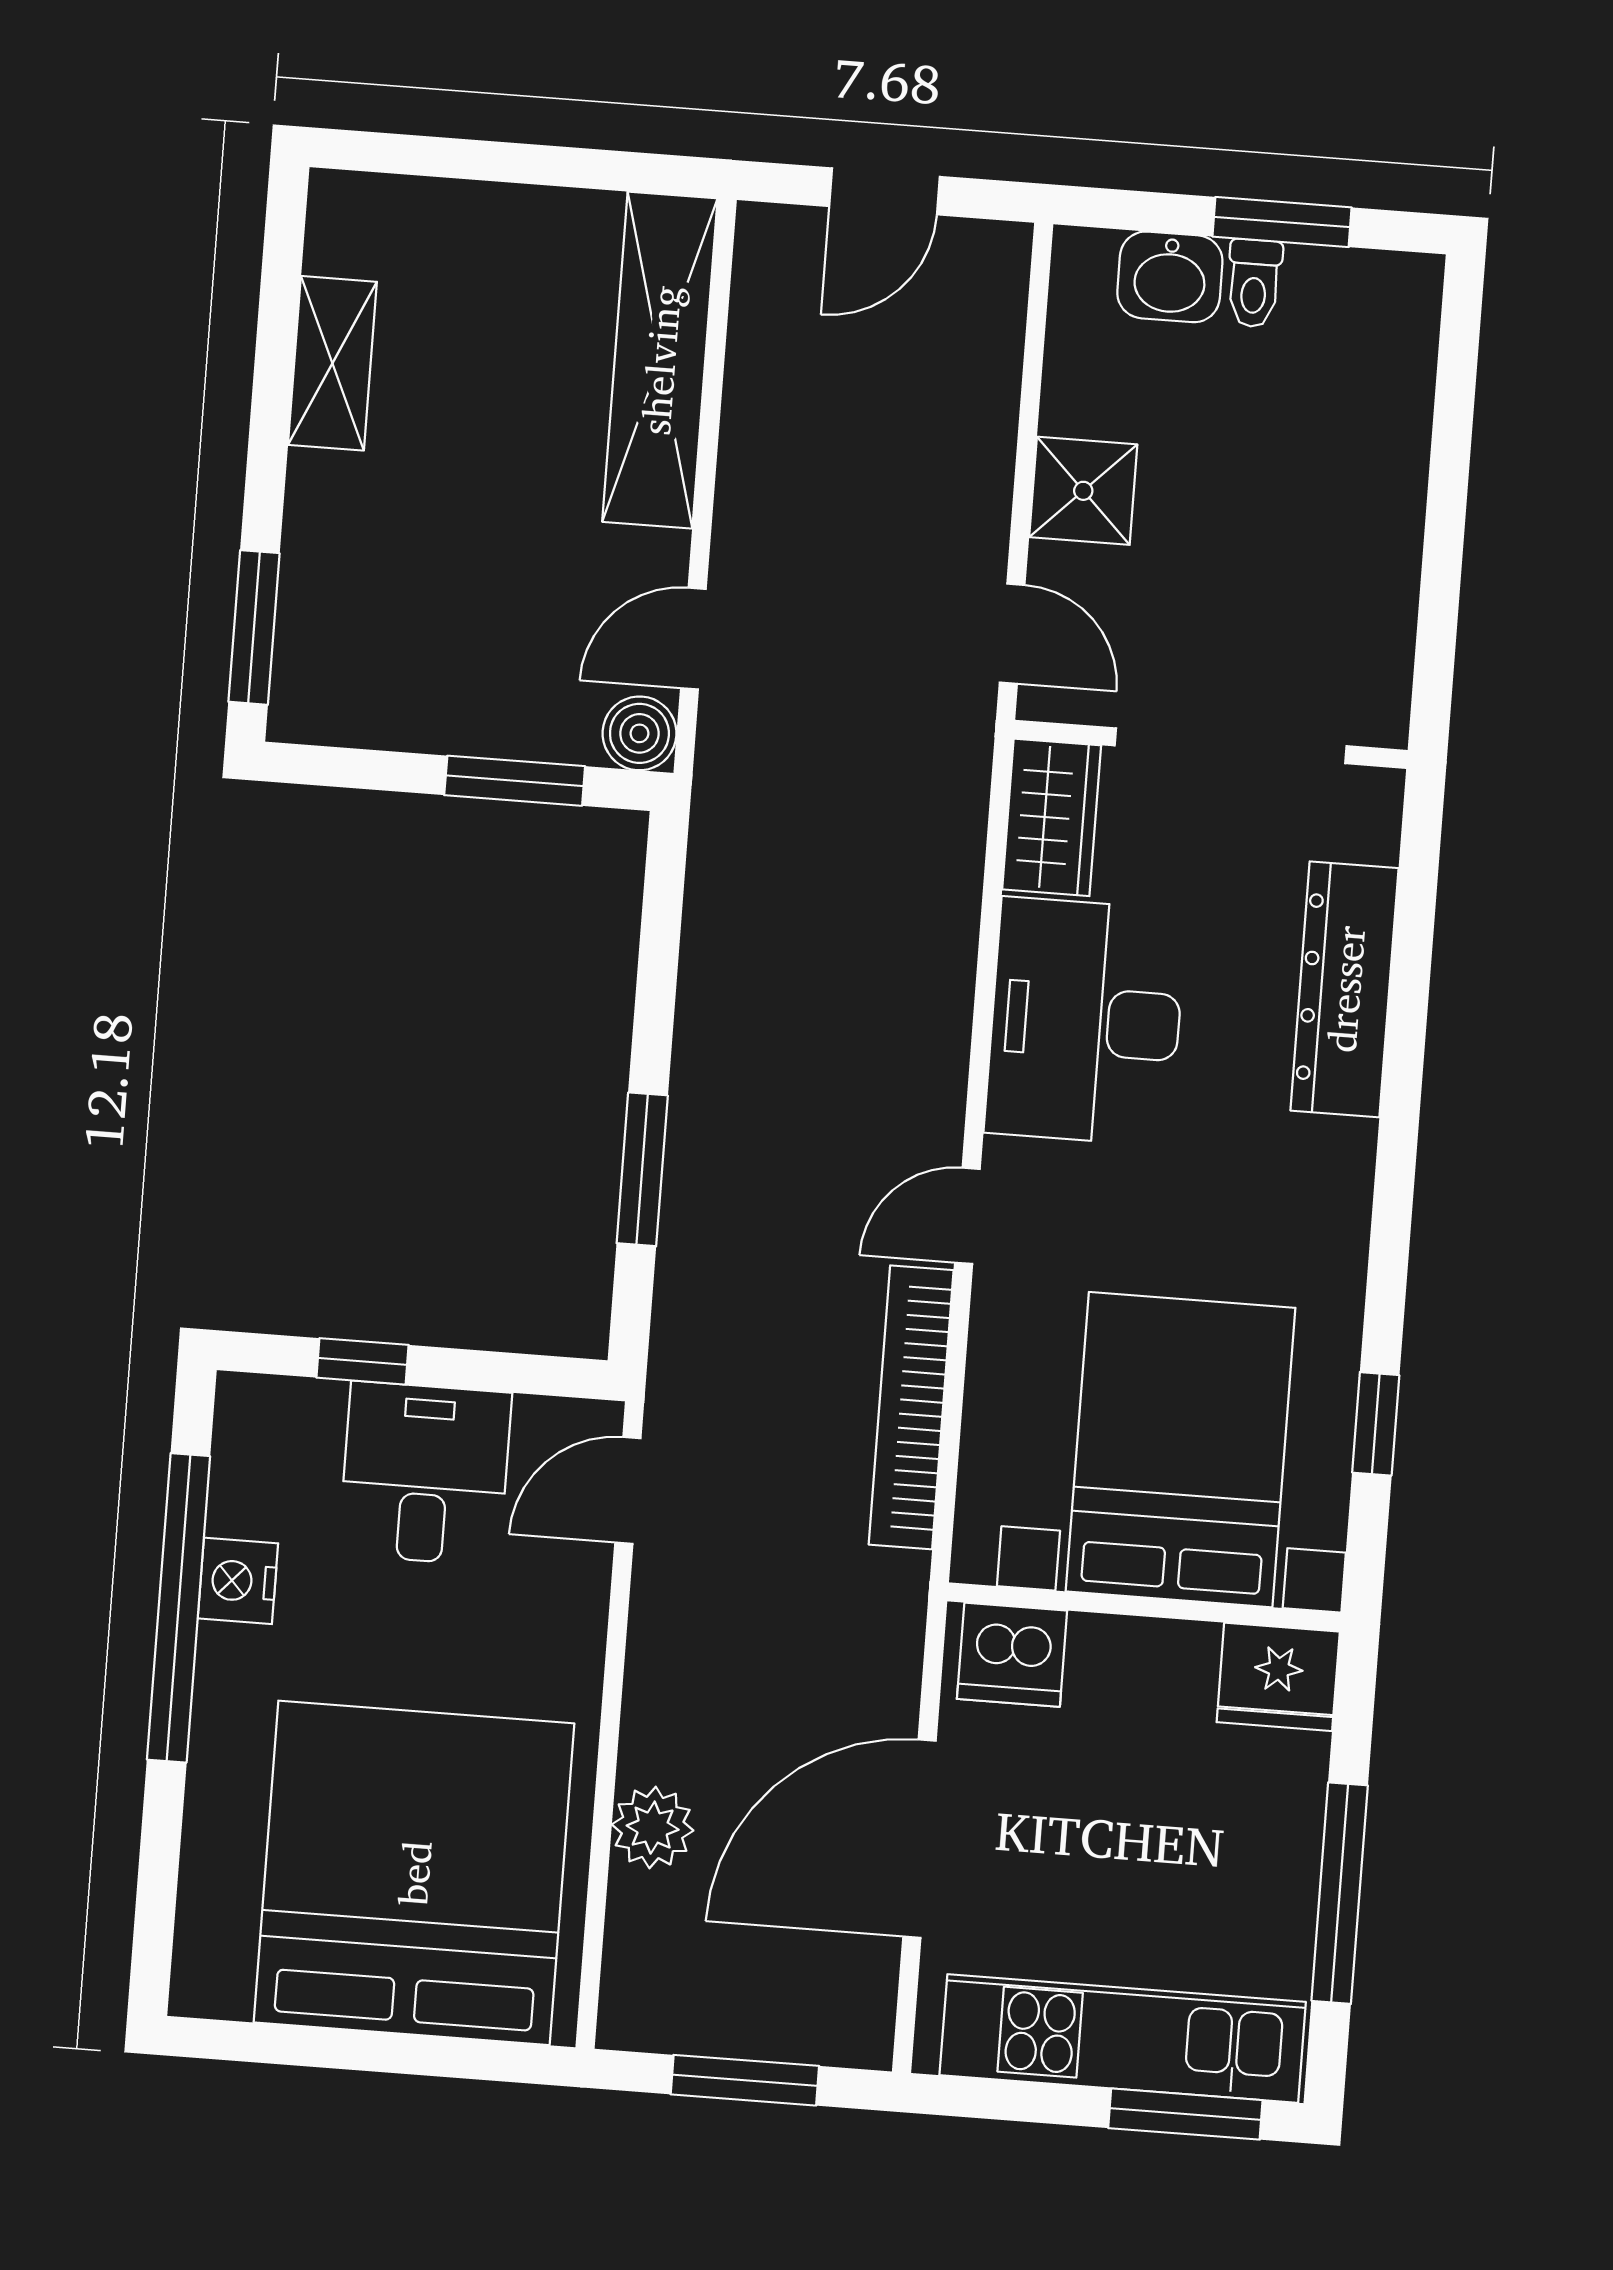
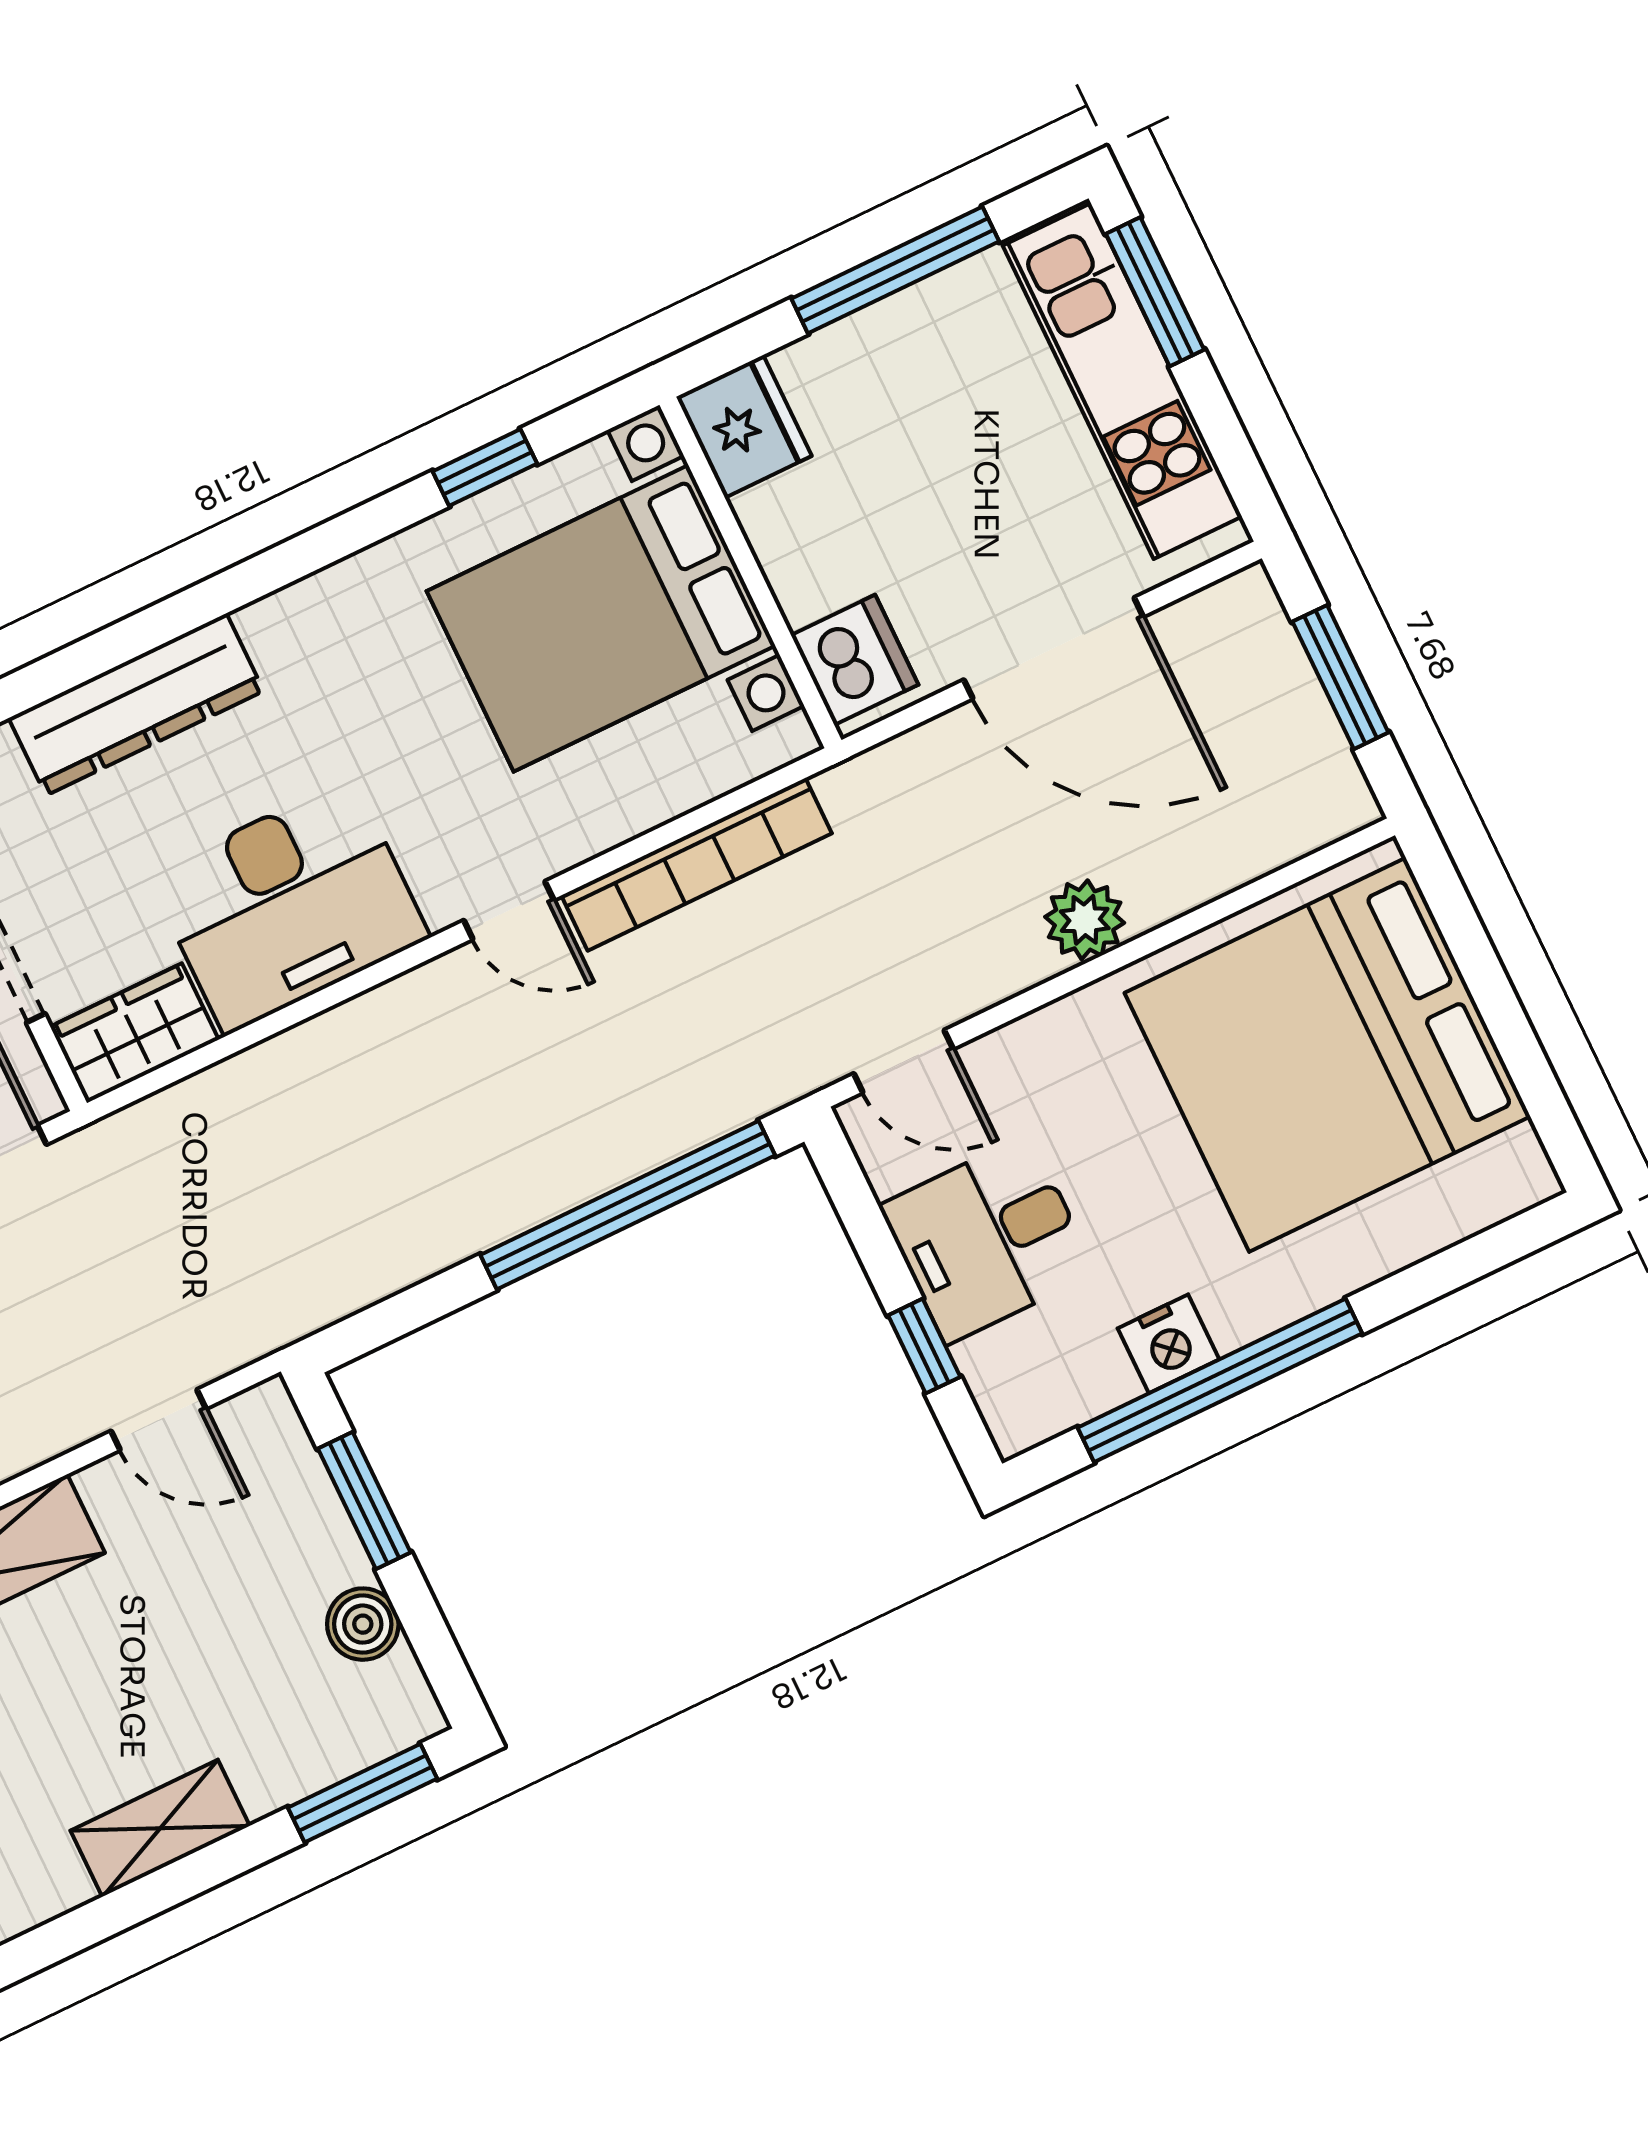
shelving: (332, 363) -> (160, 1828), moved
boiler: (639, 733) -> (363, 1624), moved
window: (642, 1169) -> (628, 1205), width x2.11
plant: (653, 1828) -> (1085, 920), moved

